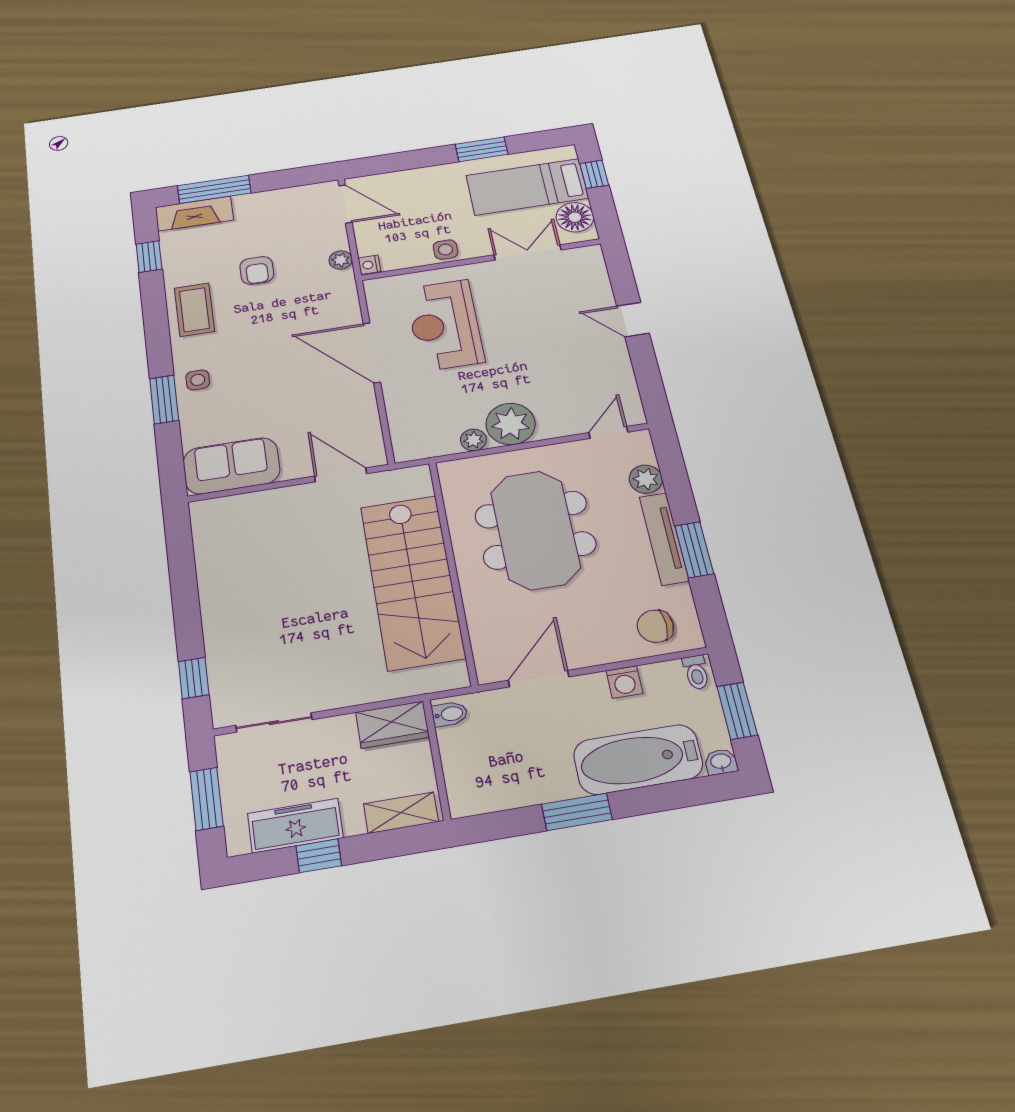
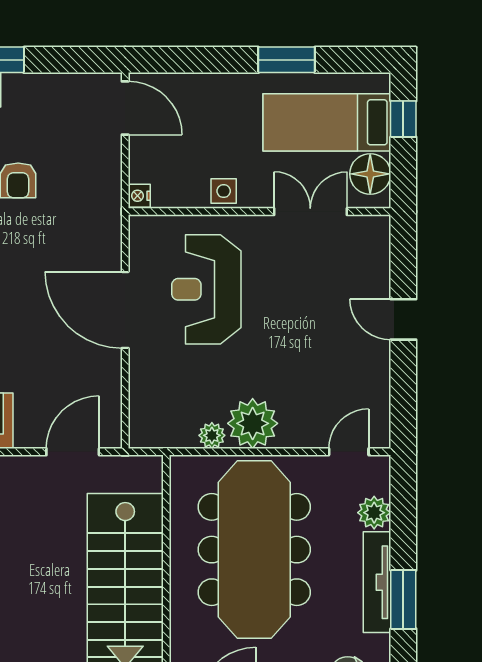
plant: (341, 260) -> (109, 184), removed
door: (341, 475) -> (73, 452), hinge flipped
meeting table: (535, 530) -> (254, 550), width x1.36

